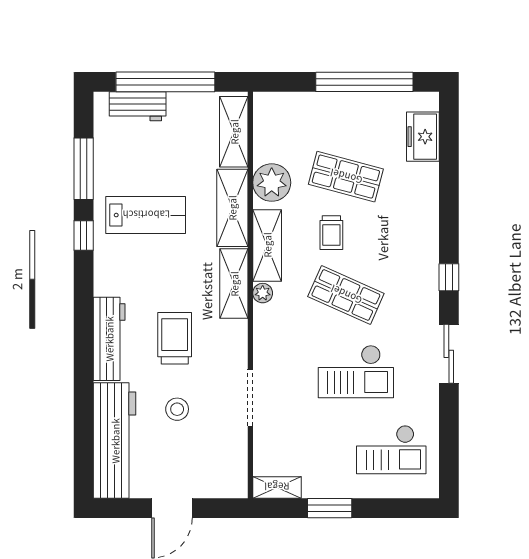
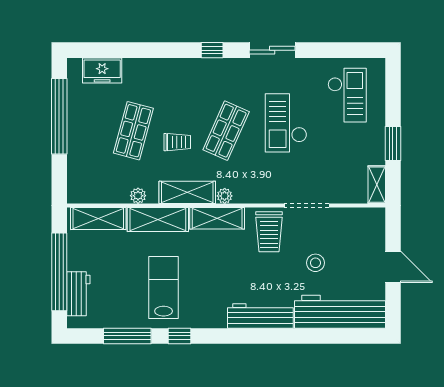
plant: (272, 183) -> (138, 196), width x0.53, depth x0.53
trolley: (175, 338) -> (269, 232), moved, turned -90
checkout: (356, 371) -> (286, 123), turned 180

